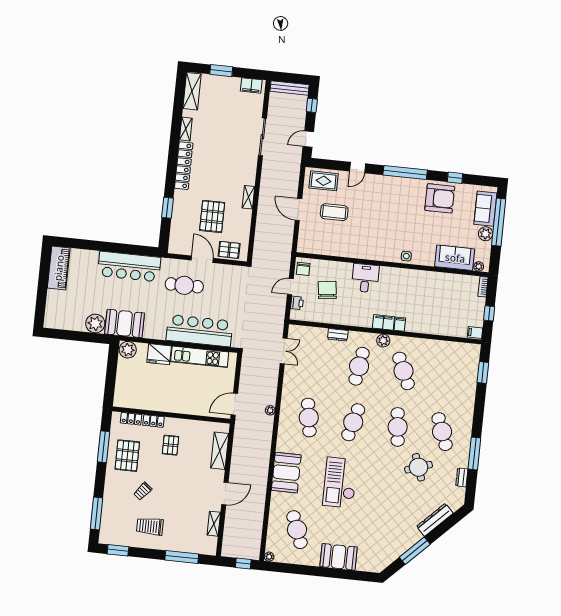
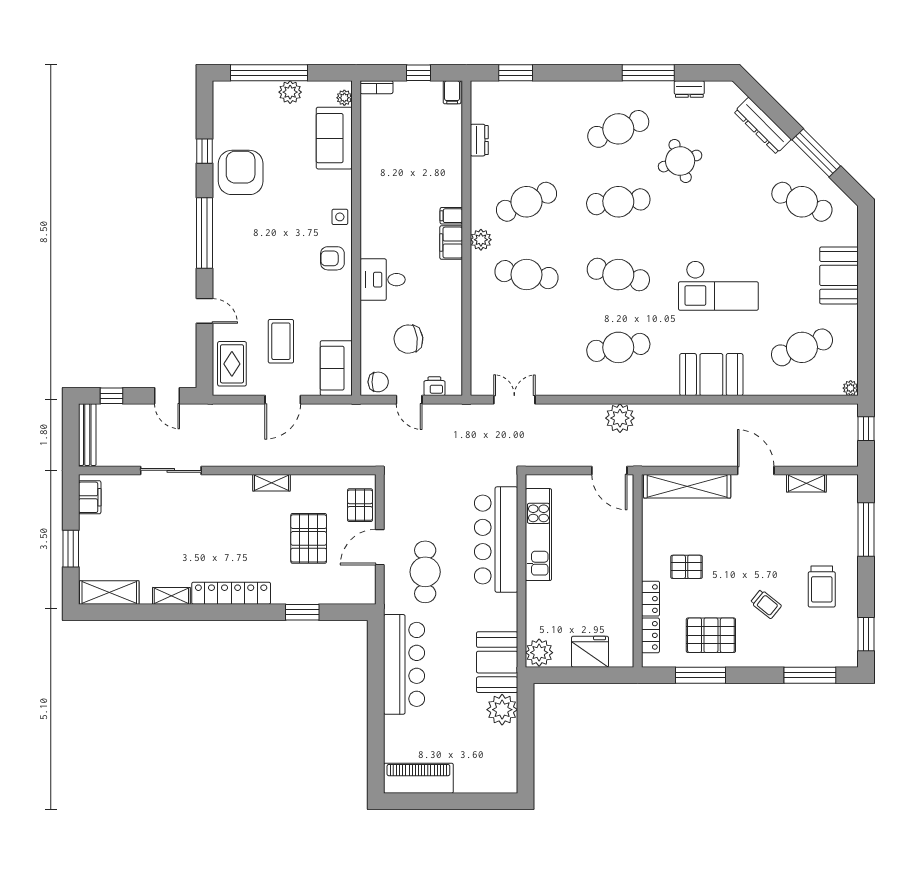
sofa: (485, 209) -> (336, 368), moved, turned 90
pallet: (212, 216) -> (309, 538), turned 90
armchair: (381, 249) -> (332, 258), added
dresser: (338, 335) -> (479, 140), moved
fridge: (159, 354) -> (590, 652), moved, turned -90
plant: (270, 410) -> (620, 418), width x1.87, depth x1.87
shelving: (220, 451) -> (687, 486), width x1.47
cafe table: (386, 539) -> (802, 202), added

